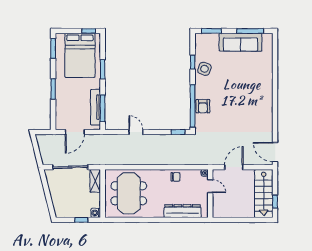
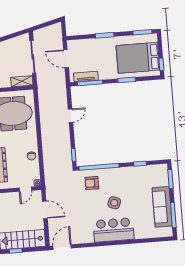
side table: (204, 69) -> (114, 203), moved
bar counter: (261, 96) -> (114, 230), added
armchair: (203, 106) -> (92, 183), moved
tv unit: (95, 107) -> (86, 77), width x0.71

